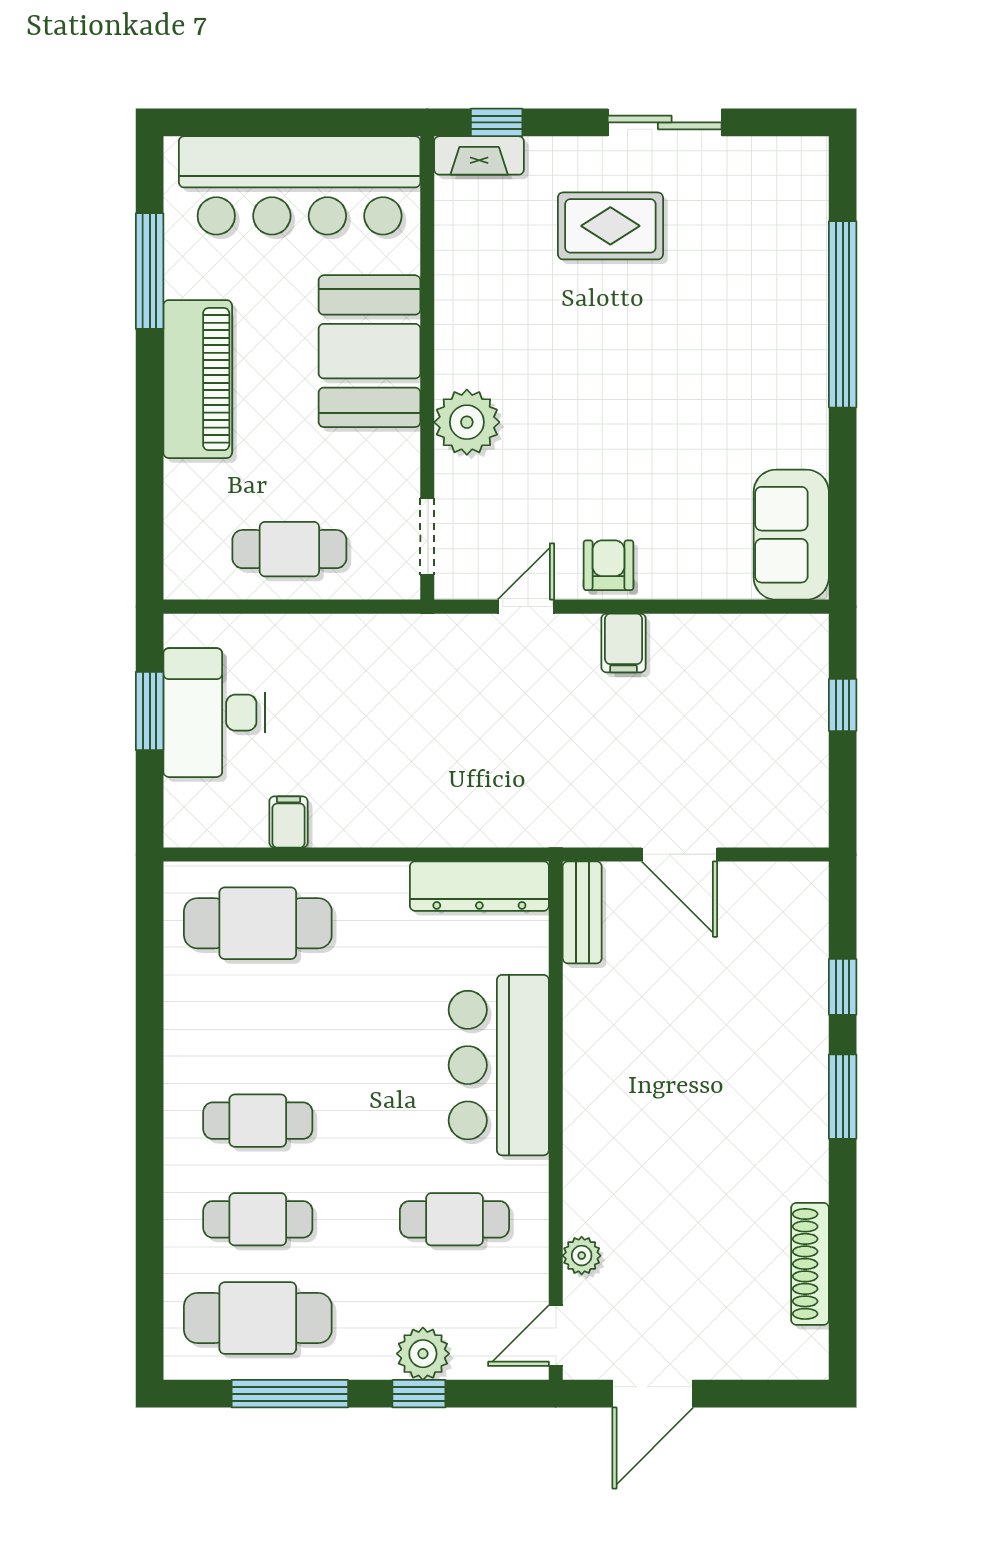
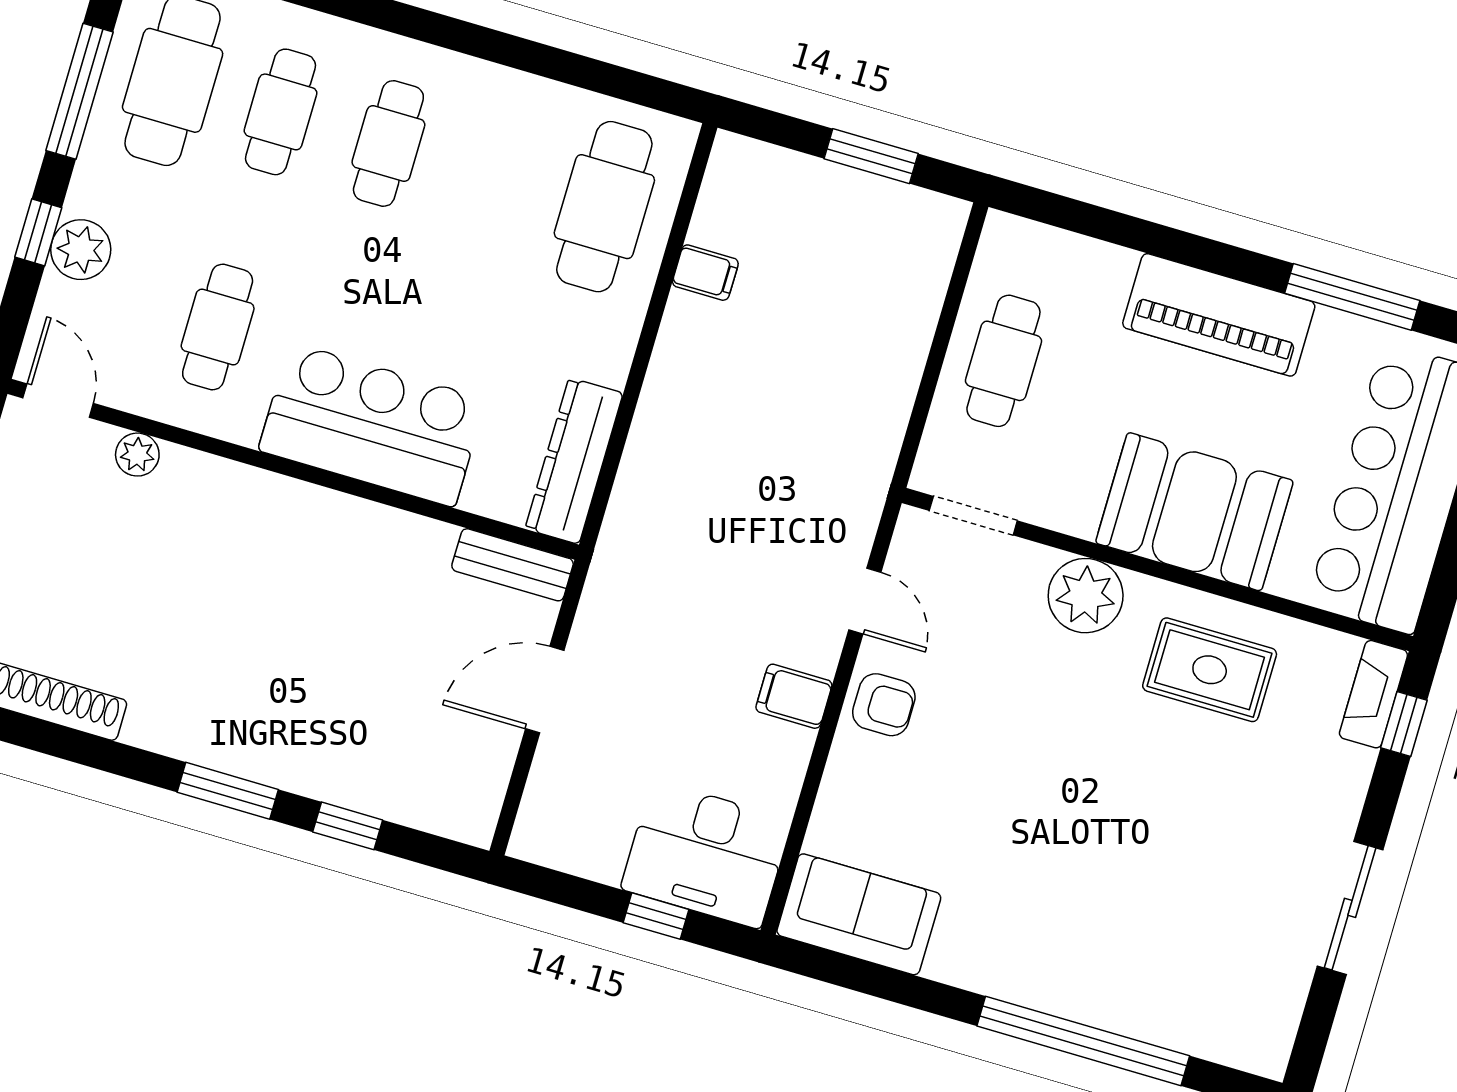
rug: (610, 226) -> (1210, 670), moved, turned 90
desk: (214, 713) -> (706, 854), moved, turned 180

